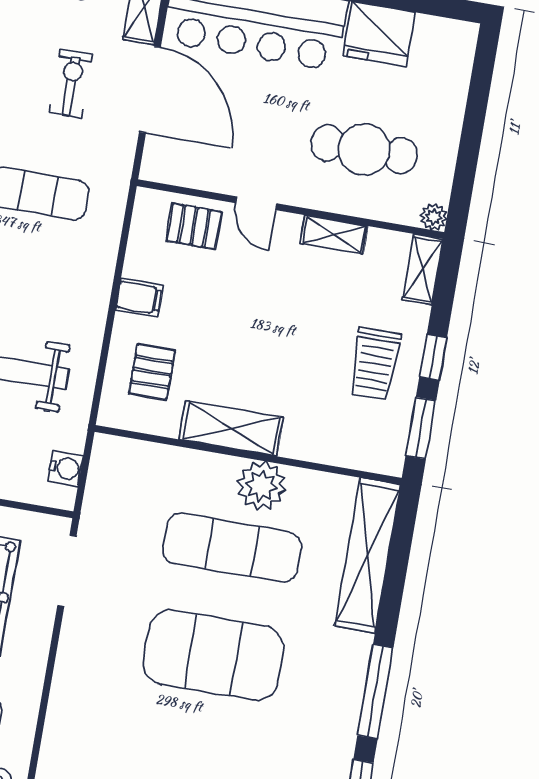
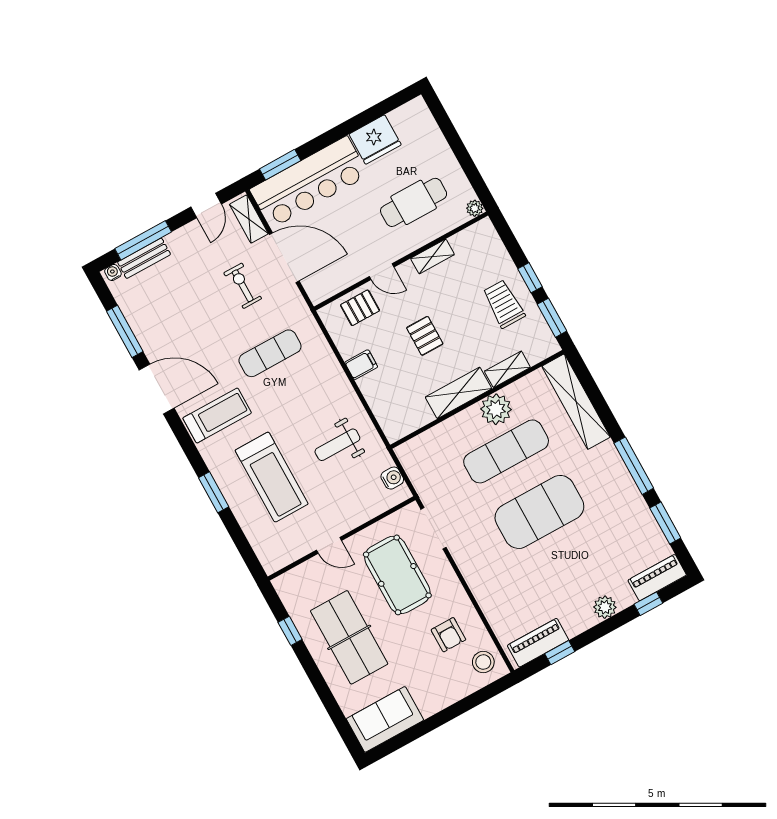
shelving: (423, 269) -> (507, 369), moved, turned 90
trolley: (375, 363) -> (504, 304), turned 180
pallet: (152, 372) -> (425, 336), moved

